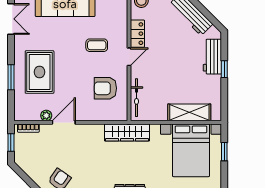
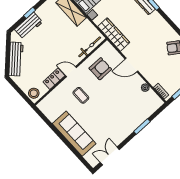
rug: (40, 72) -> (125, 113), removed
armchair: (105, 88) -> (100, 69), turned -90
door: (64, 122) -> (131, 65), moved

